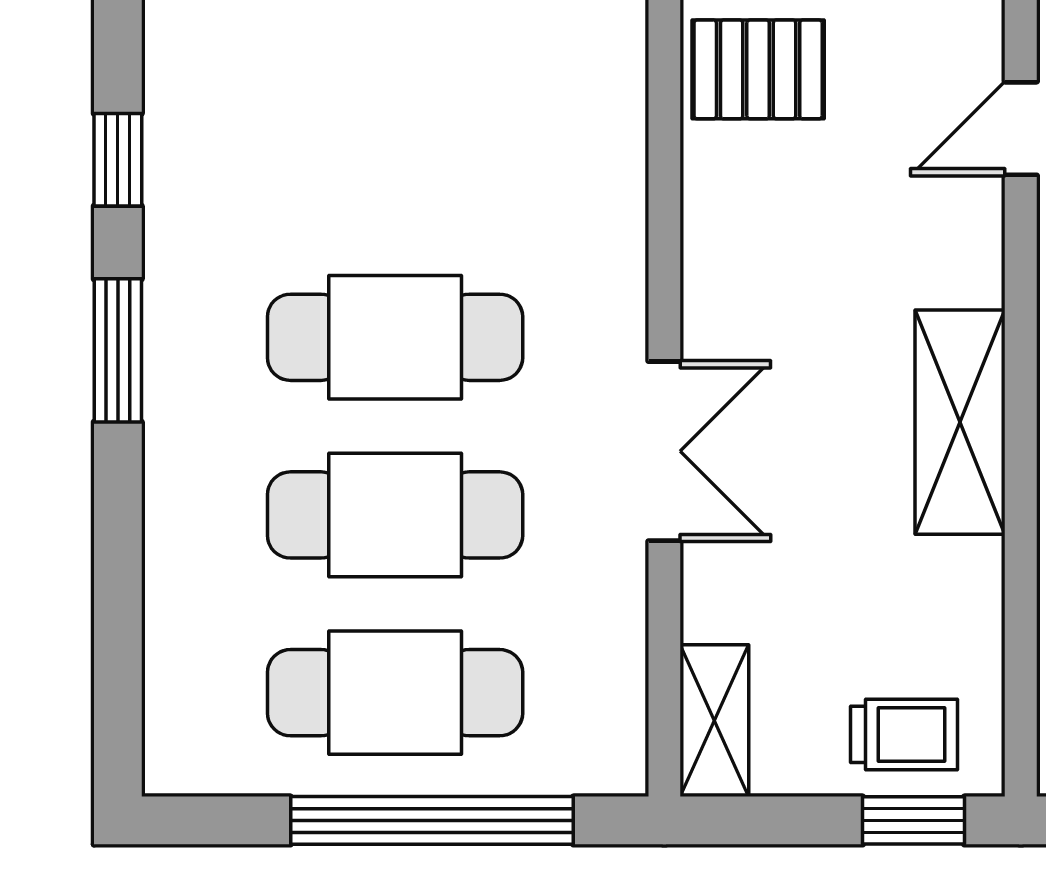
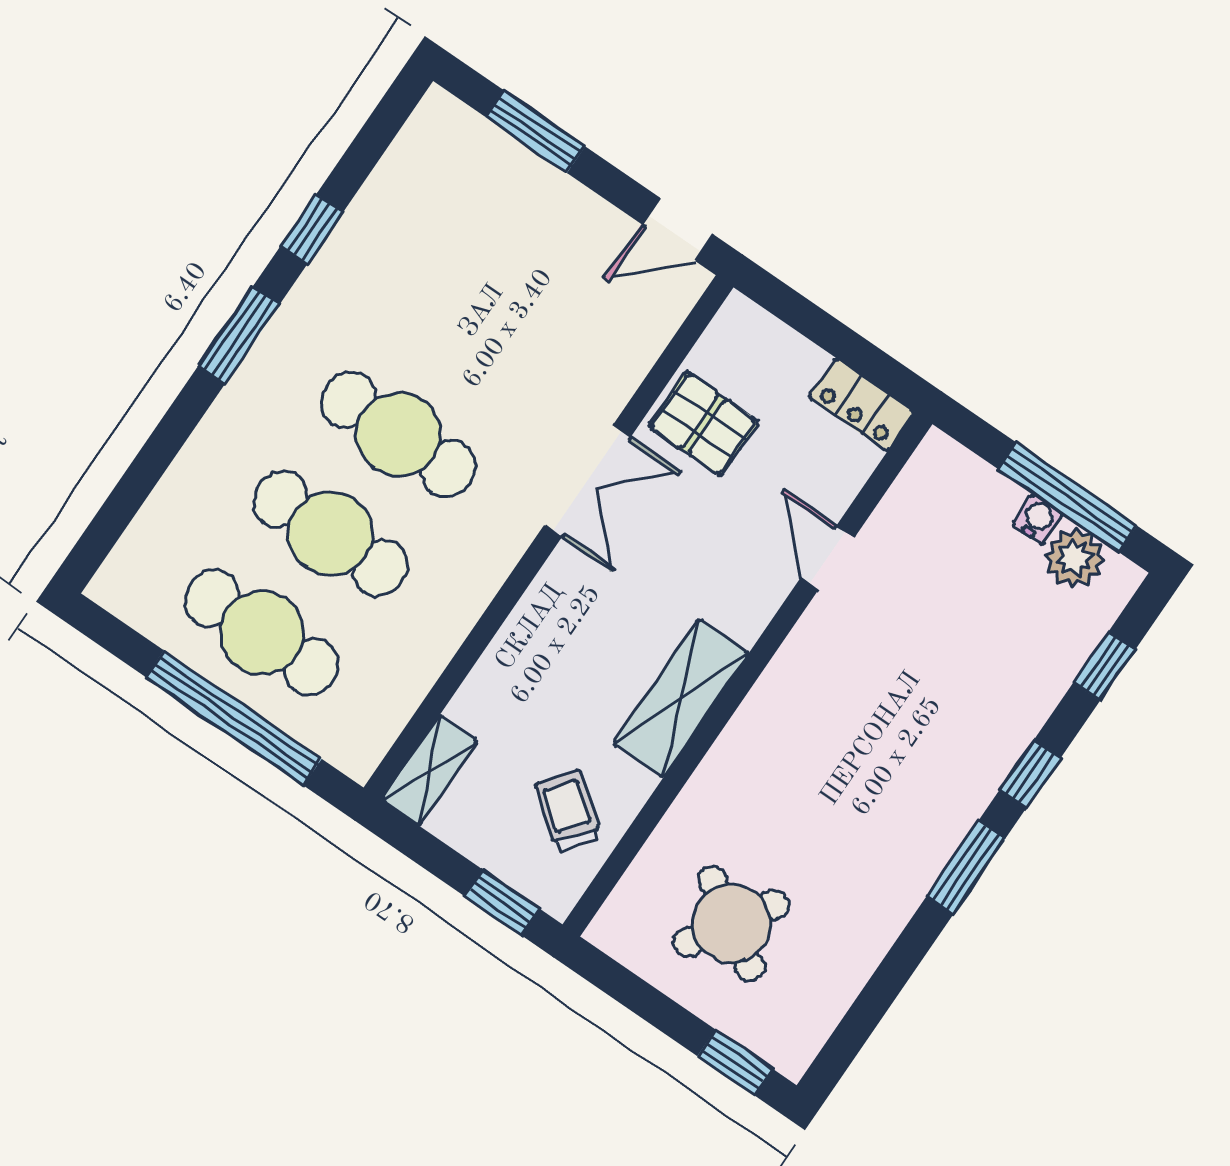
door: (1021, 129) -> (827, 558), hinge flipped
double door: (664, 451) -> (588, 481), moved
trolley: (904, 734) -> (568, 811), moved, turned -142

